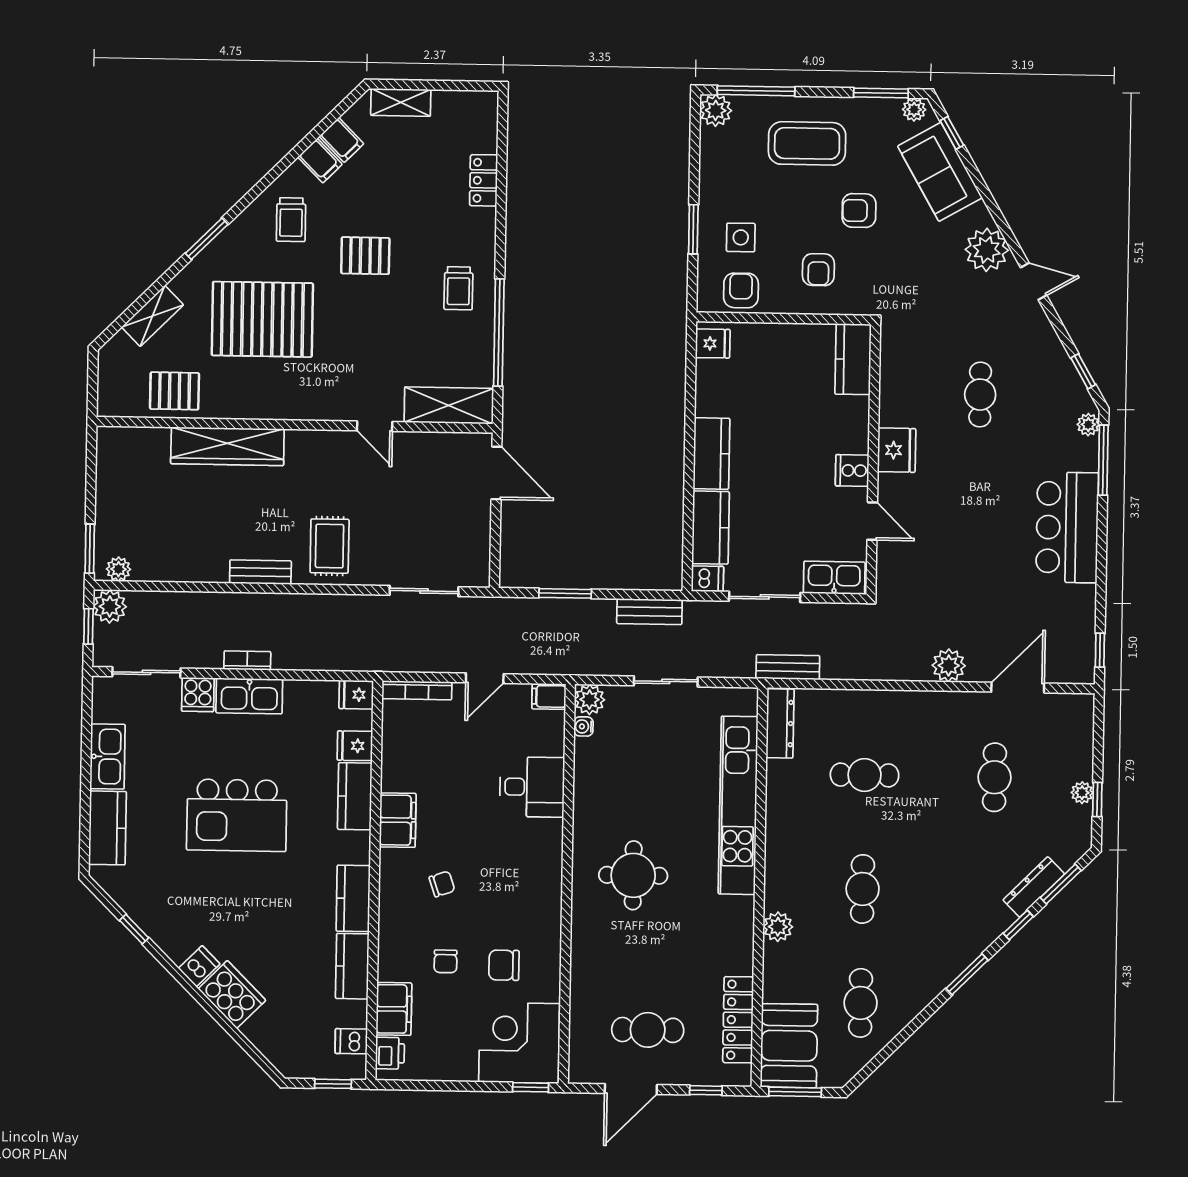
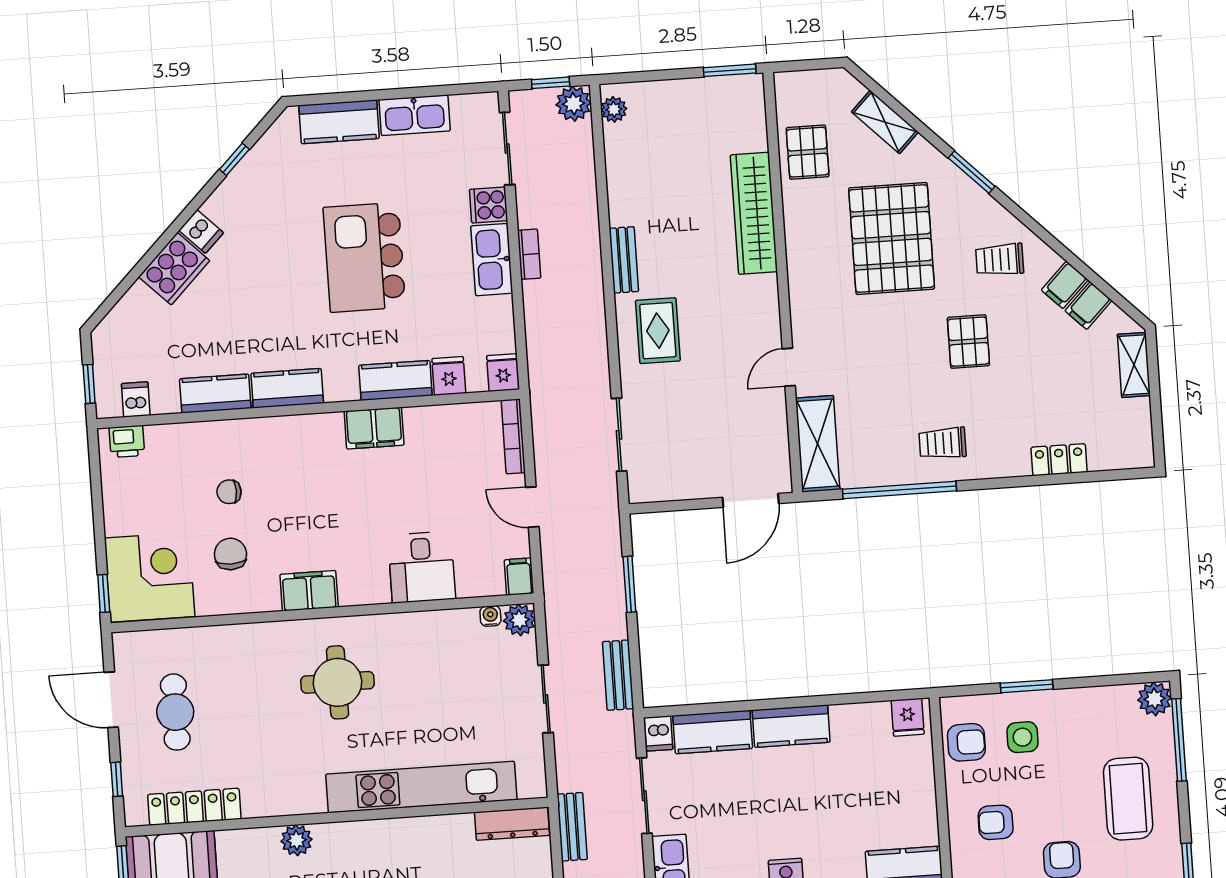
rug: (330, 546) -> (658, 331), turned 90
window: (90, 549) -> (730, 70), moved
chair: (442, 884) -> (311, 481), removed
filing cabinet: (394, 1009) -> (309, 591), moved, turned 180

